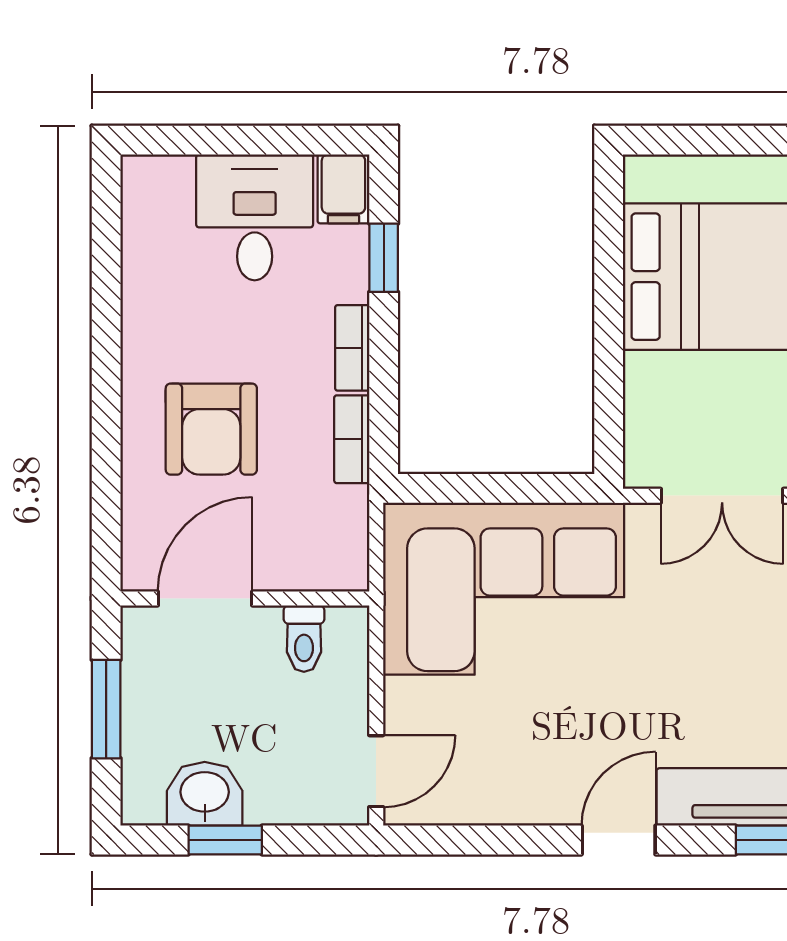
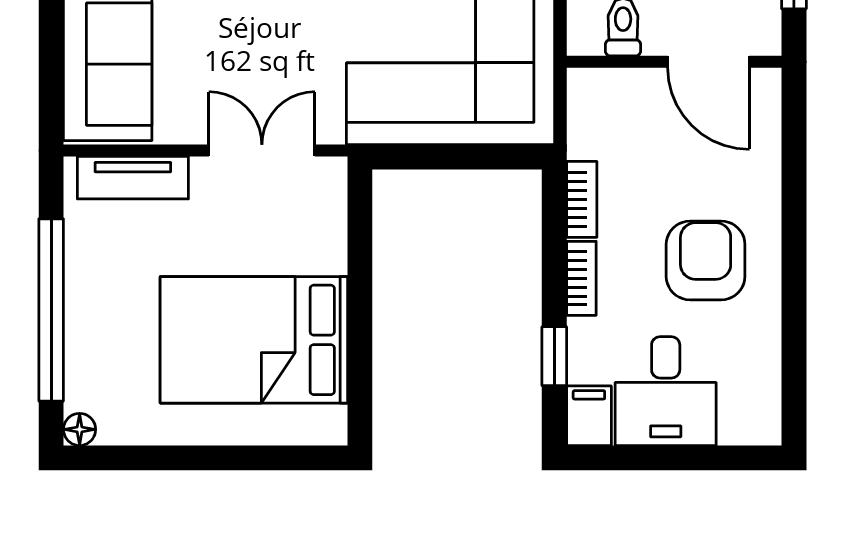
armchair: (211, 429) -> (706, 260), moved
door: (205, 599) -> (709, 62), hinge flipped

